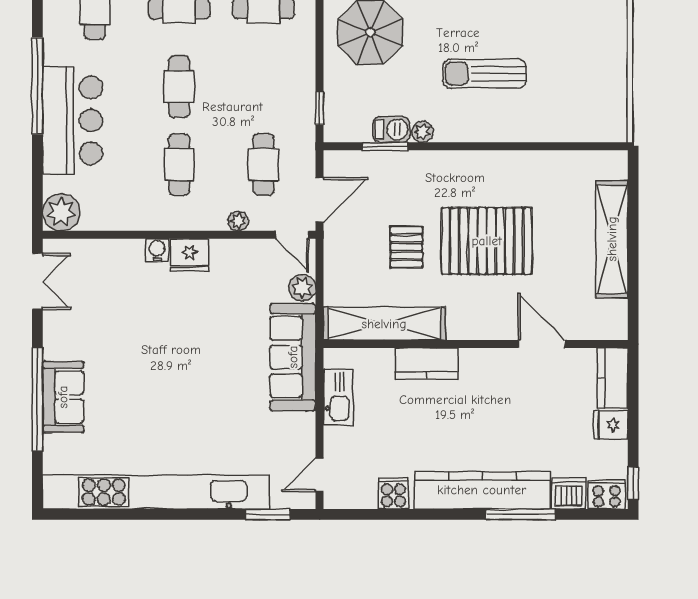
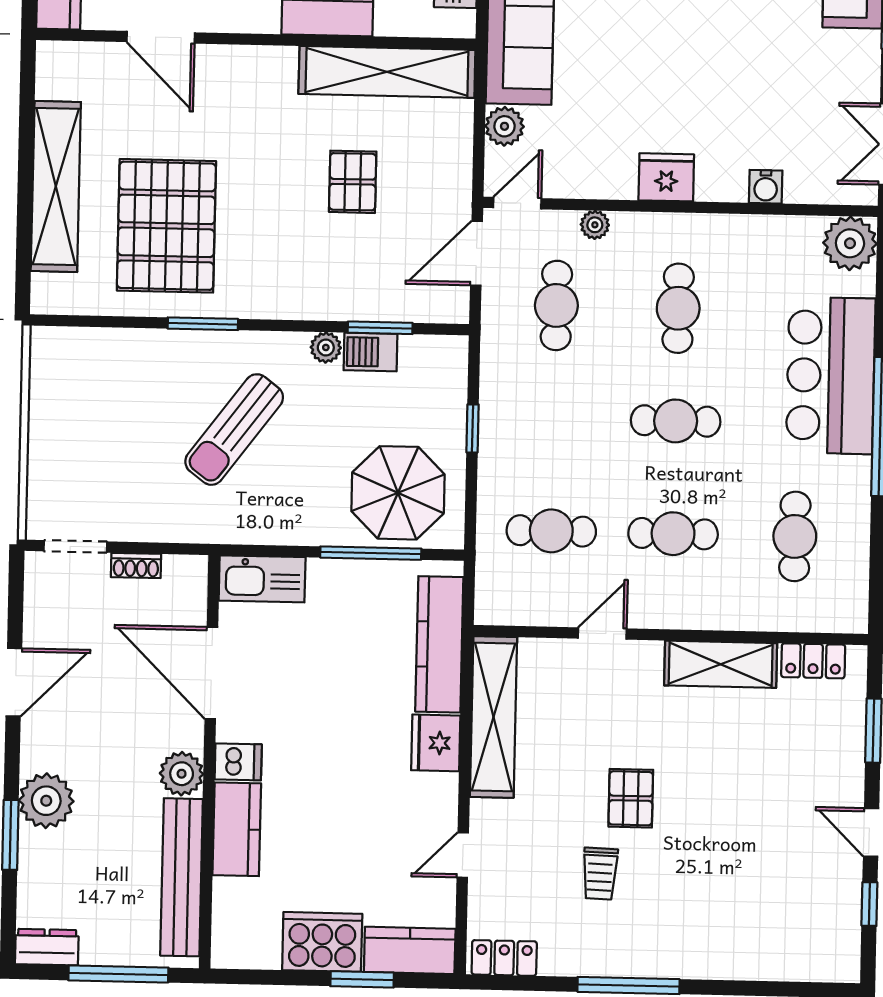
sun lounger: (485, 74) -> (234, 430), turned 127
cafe table: (179, 87) -> (676, 421), turned 90
window: (320, 108) -> (472, 428), moved
window: (508, 146) -> (203, 324), added
door: (292, 235) -> (517, 203), hinge flipped
pallet: (487, 241) -> (166, 226), moved, turned 90
water cooler: (157, 250) -> (766, 187), moved

